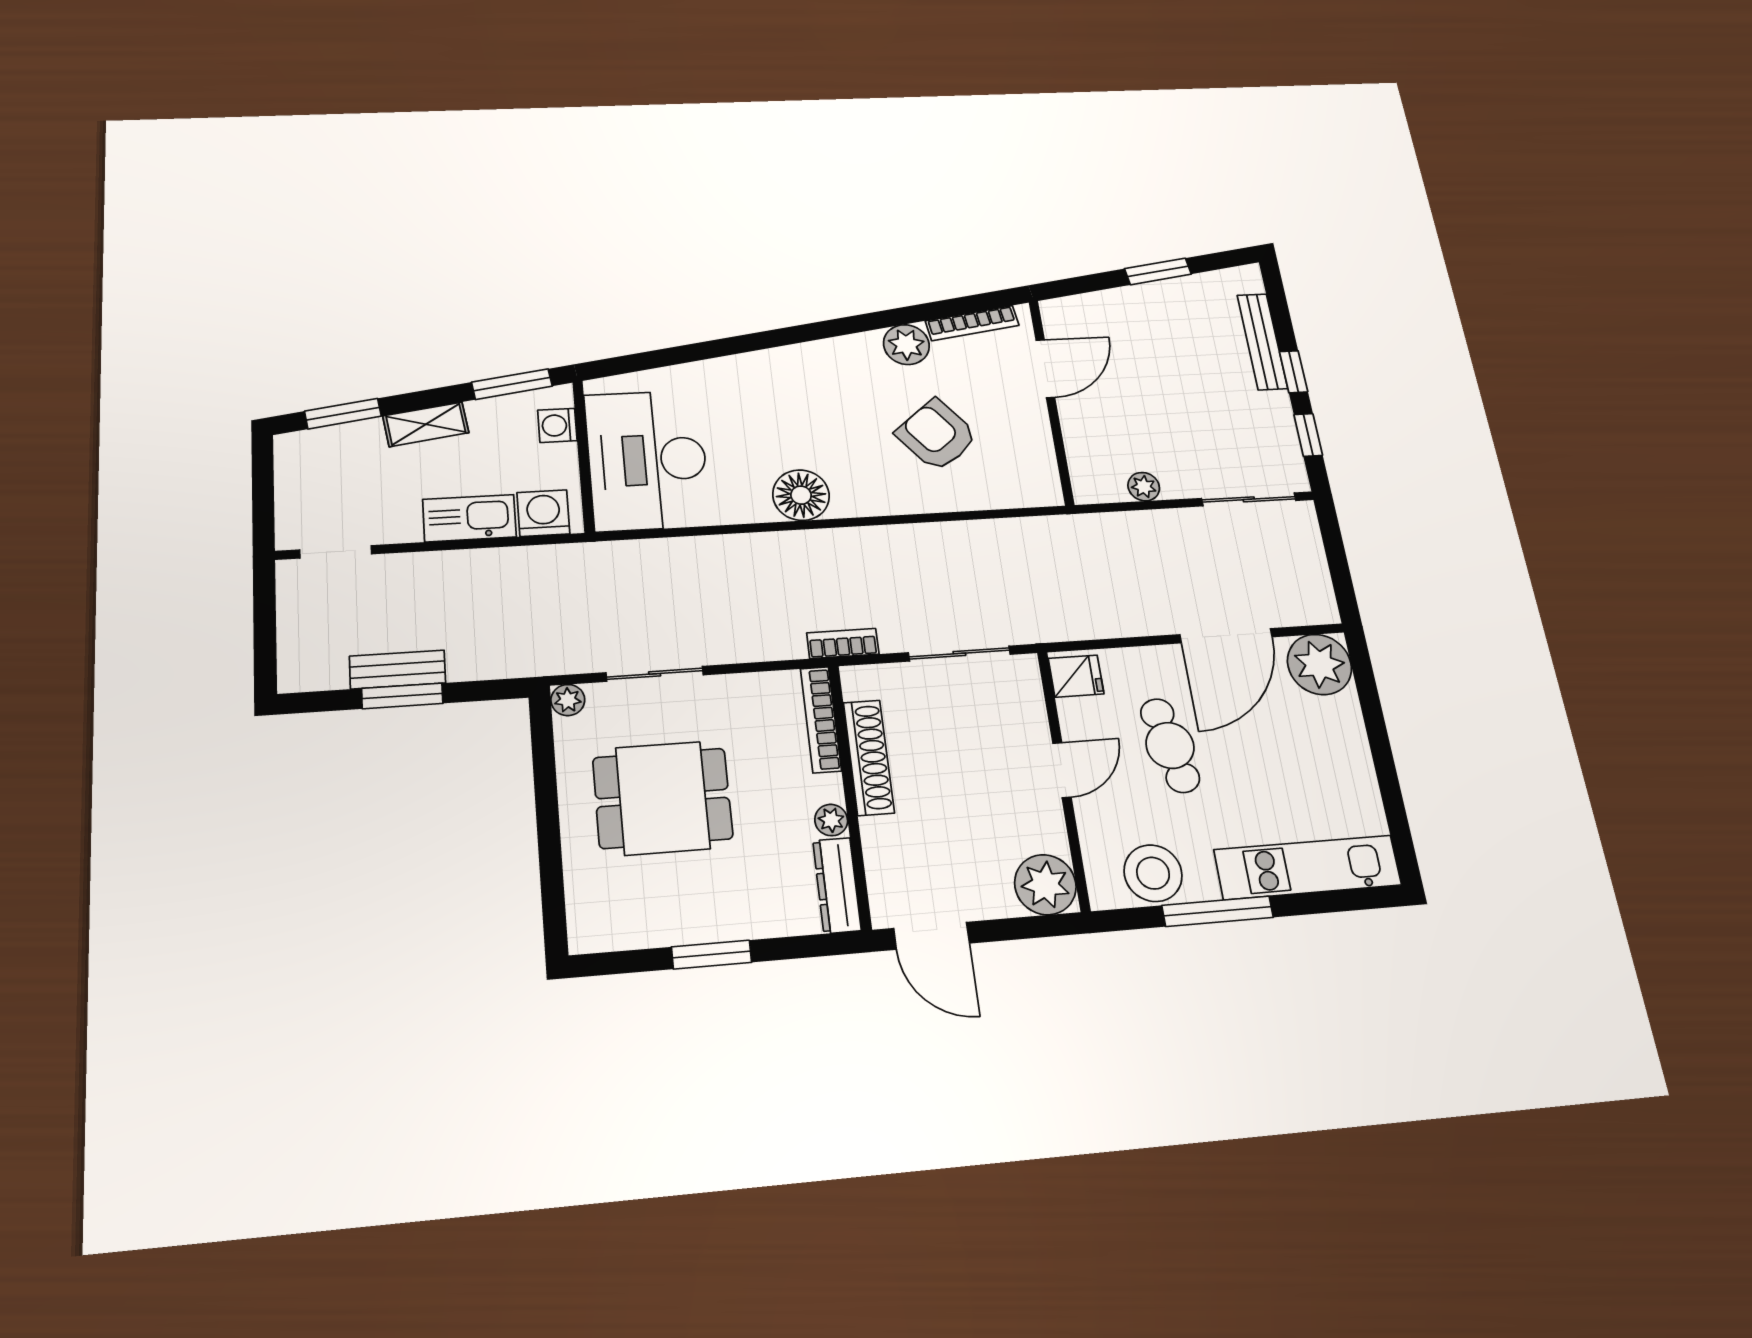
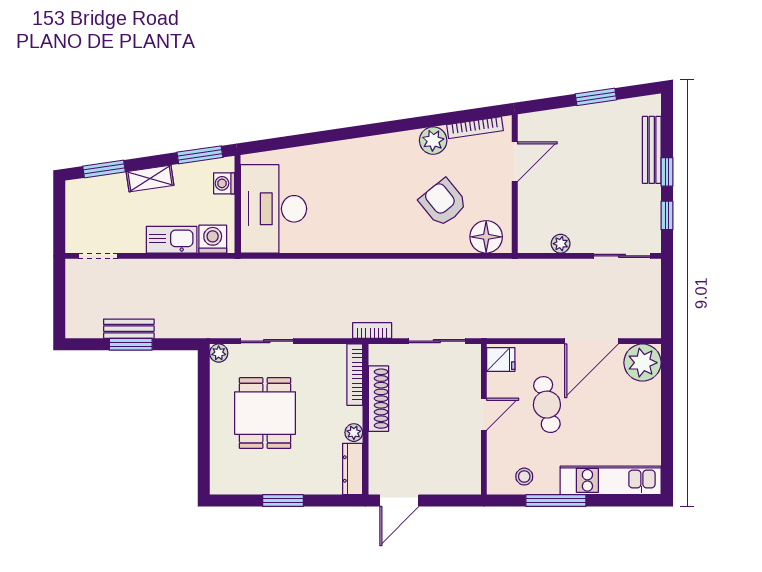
floor lamp: (801, 495) -> (486, 237), moved
dining table: (663, 798) -> (265, 413), turned 90
stool: (1153, 873) -> (524, 477), width x0.53, depth x0.53
plant: (1045, 885) -> (464, 478), removed
door: (932, 936) -> (399, 501), hinge flipped

